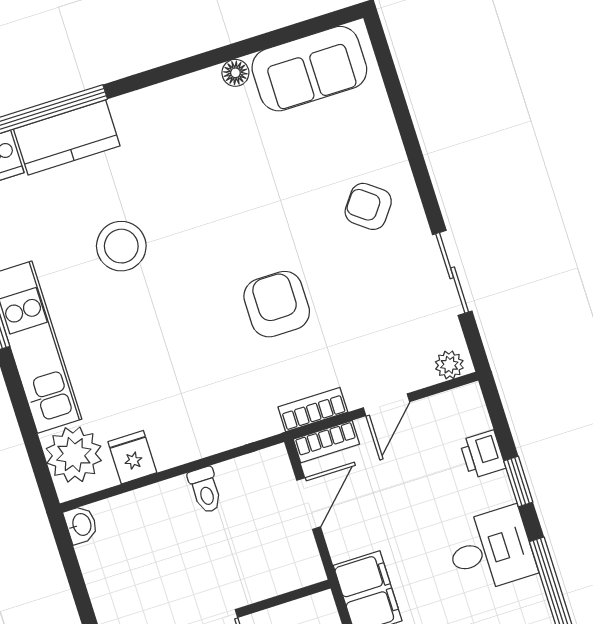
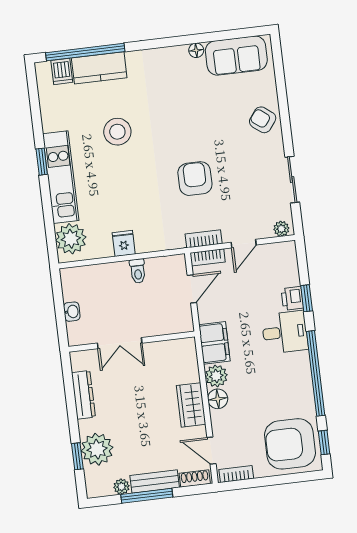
armchair: (368, 206) -> (263, 120), moved
printer: (482, 454) -> (292, 298), moved
fridge: (132, 457) -> (124, 243), moved
washbasin: (81, 525) -> (72, 312), moved

